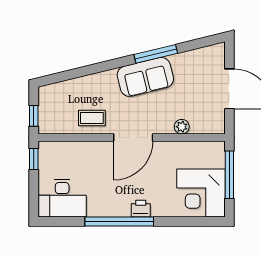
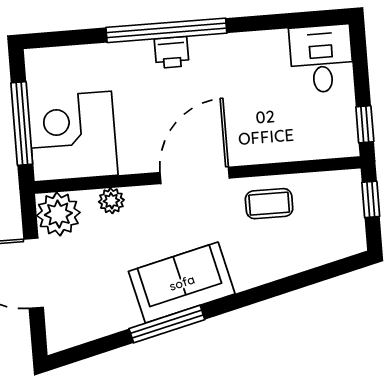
plant: (213, 122) -> (58, 214), added
corner desk: (201, 193) -> (73, 136), moved, turned -90
desk: (62, 198) -> (321, 59), width x0.73
window: (119, 221) -> (166, 30), moved

